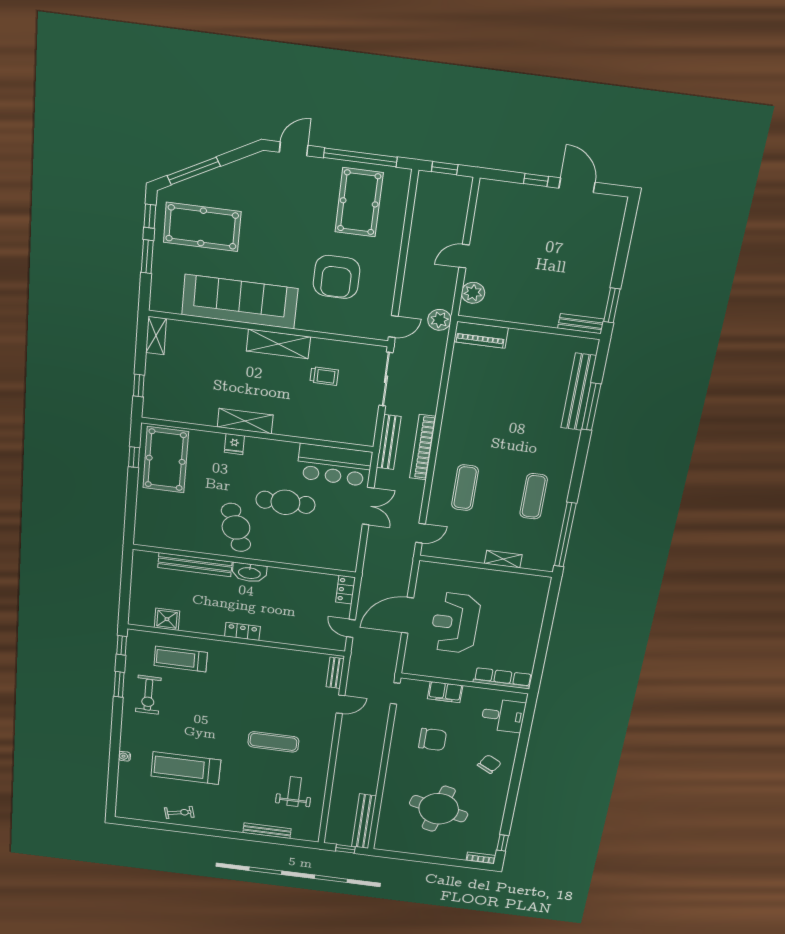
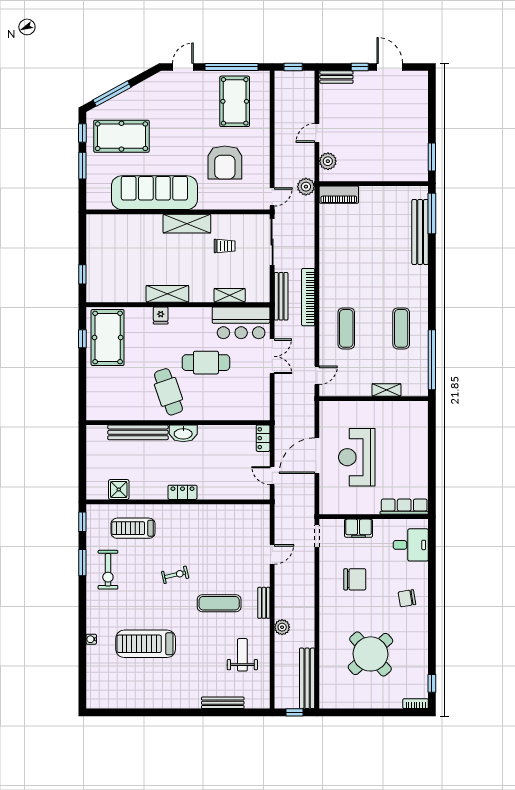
bench: (581, 324) -> (336, 77), moved
shelving: (156, 336) -> (230, 295), moved, turned 90
window: (591, 407) -> (432, 214), moved
bench: (335, 673) -> (264, 603), moved
chair: (489, 764) -> (407, 598), turned -129
plant: (342, 772) -> (282, 627), added
round table: (439, 809) -> (370, 654), turned 34
exercise bike: (179, 812) -> (175, 575), moved

